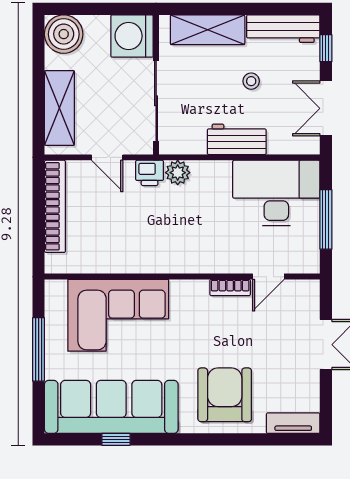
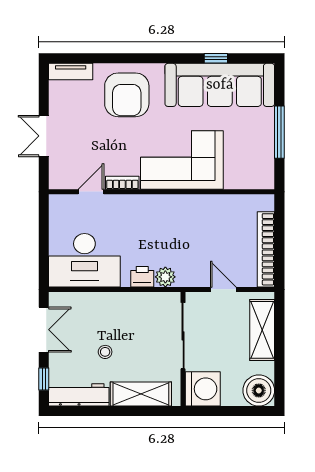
workbench: (237, 139) -> (117, 304), removed
printer: (150, 173) -> (142, 277), moved
window: (326, 219) -> (44, 239), removed
corner sofa: (118, 315) -> (182, 160), moved

